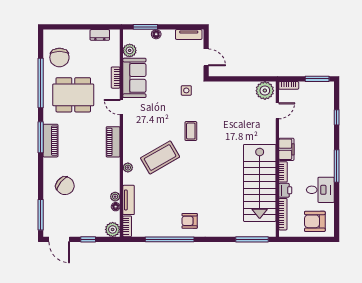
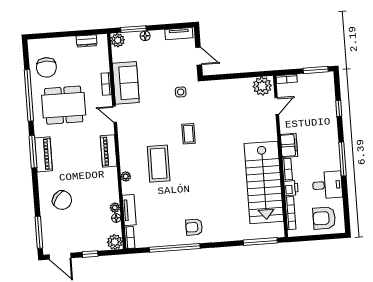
plant: (130, 50) -> (118, 40), moved
coffee table: (160, 157) -> (159, 164), turned -60

